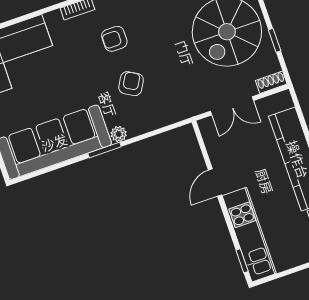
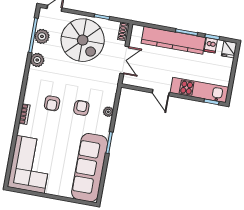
armchair: (131, 84) -> (81, 108), turned 60
plant: (119, 134) -> (108, 112), moved

